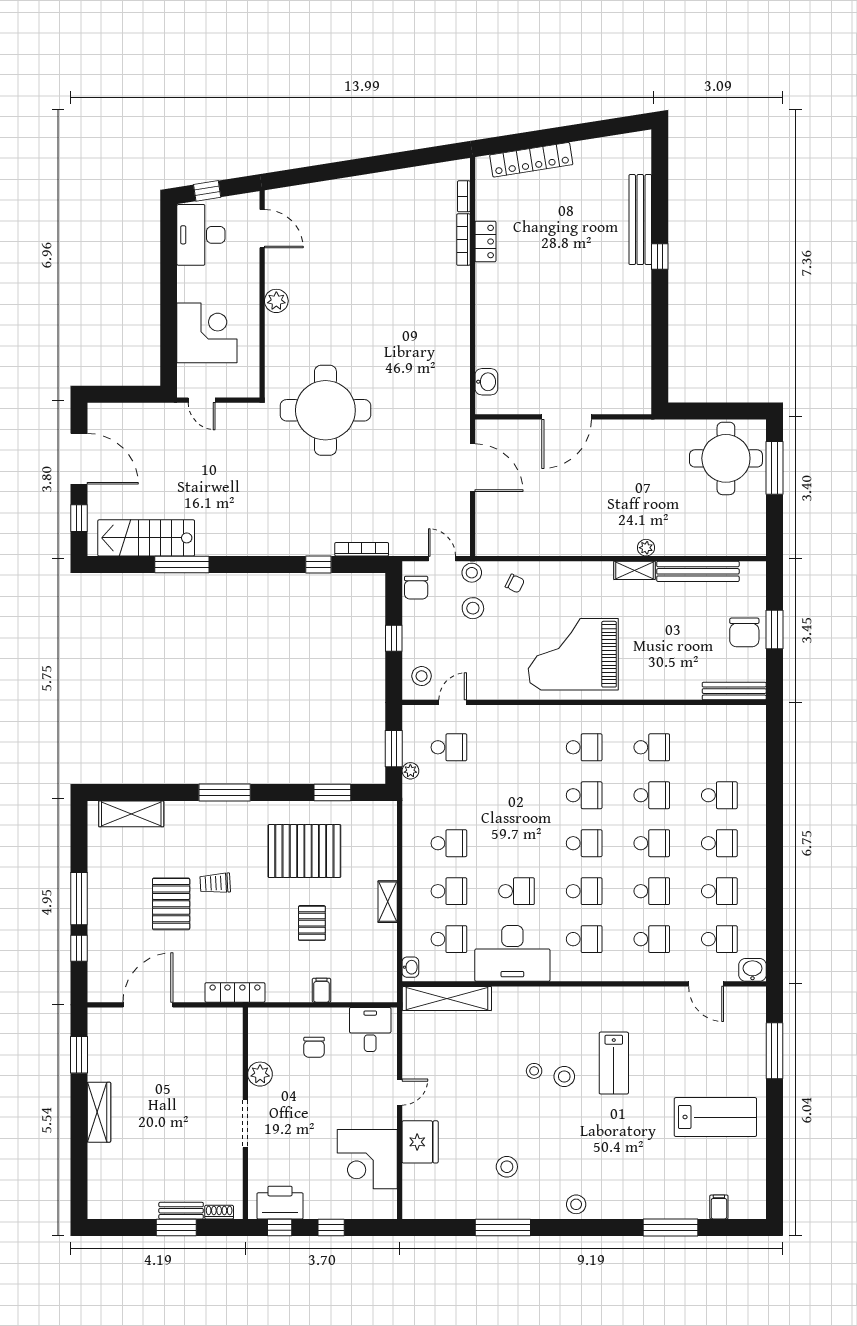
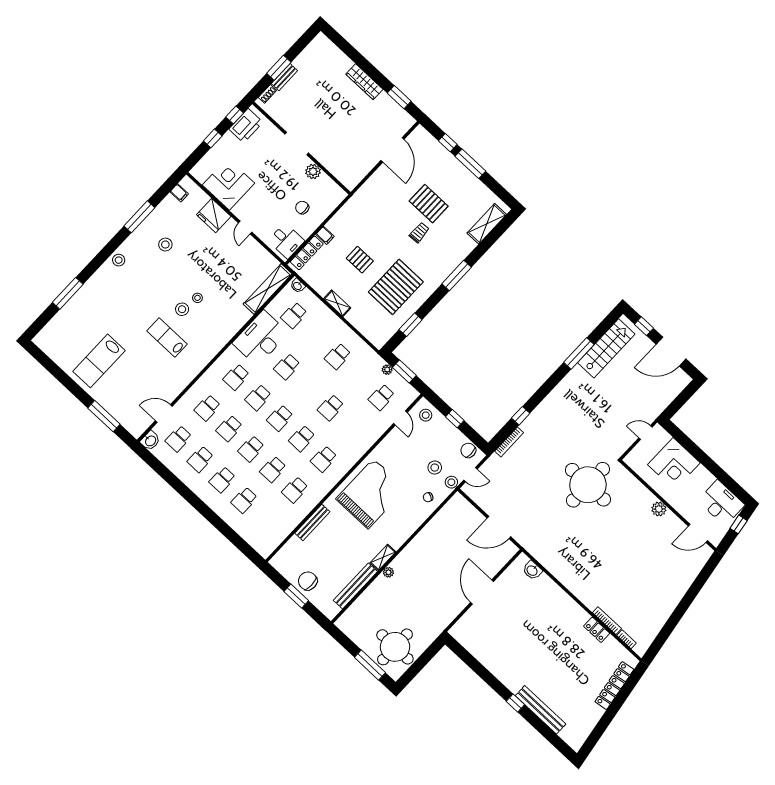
bench: (734, 691) -> (312, 522), moved
school desk: (449, 891) -> (331, 408), moved
locker: (235, 992) -> (307, 253), moved
filing cabinet: (719, 1207) -> (179, 193), moved

